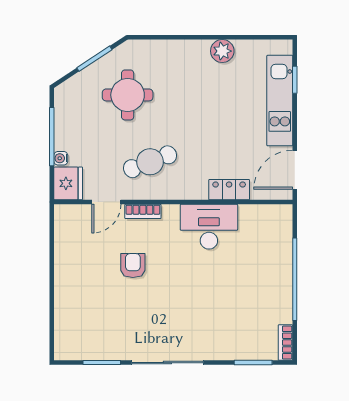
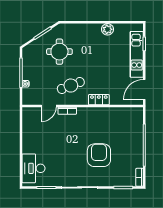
fridge: (68, 183) -> (29, 96), removed
locker: (229, 190) -> (99, 100), moved
desk: (209, 227) -> (33, 168), moved, turned -90
armchair: (133, 266) -> (99, 155), moved, width x1.88, depth x1.88

